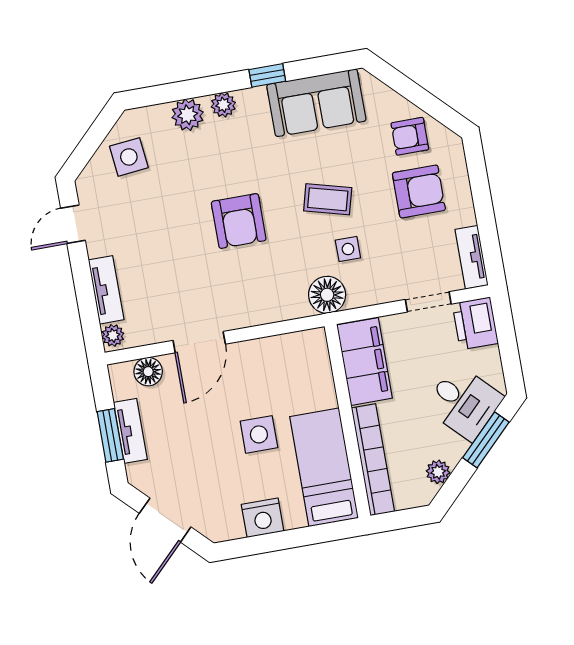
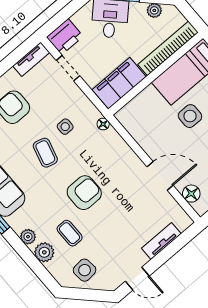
coffee table: (194, 167) -> (70, 233), added
floor lamp: (327, 295) -> (103, 124), width x0.53, depth x0.53
plant: (113, 335) -> (183, 223), removed

